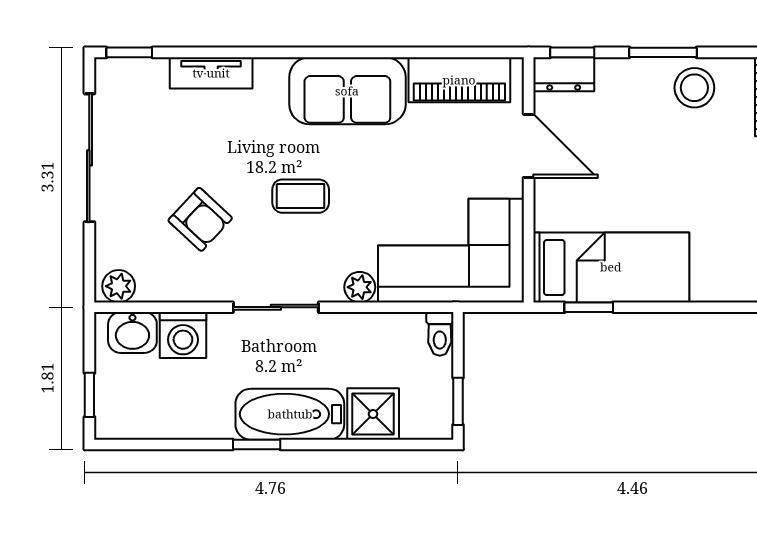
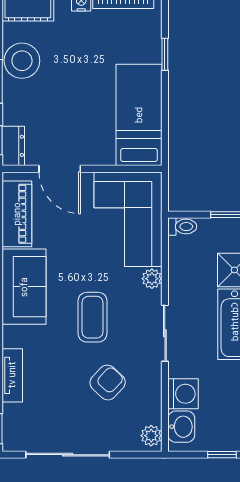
stool: (694, 88) -> (22, 61), width x1.38, depth x1.38
door: (529, 146) -> (60, 169), swing flipped
coffee table: (301, 196) -> (93, 317), width x1.36, depth x1.30
window: (589, 307) -> (165, 54), moved

